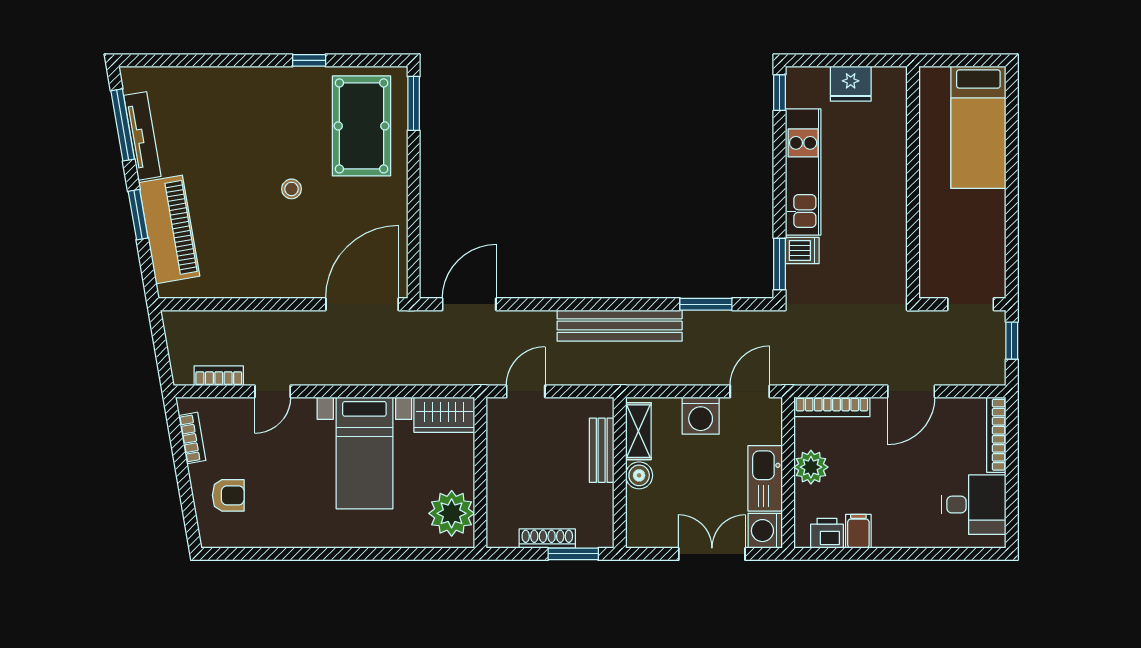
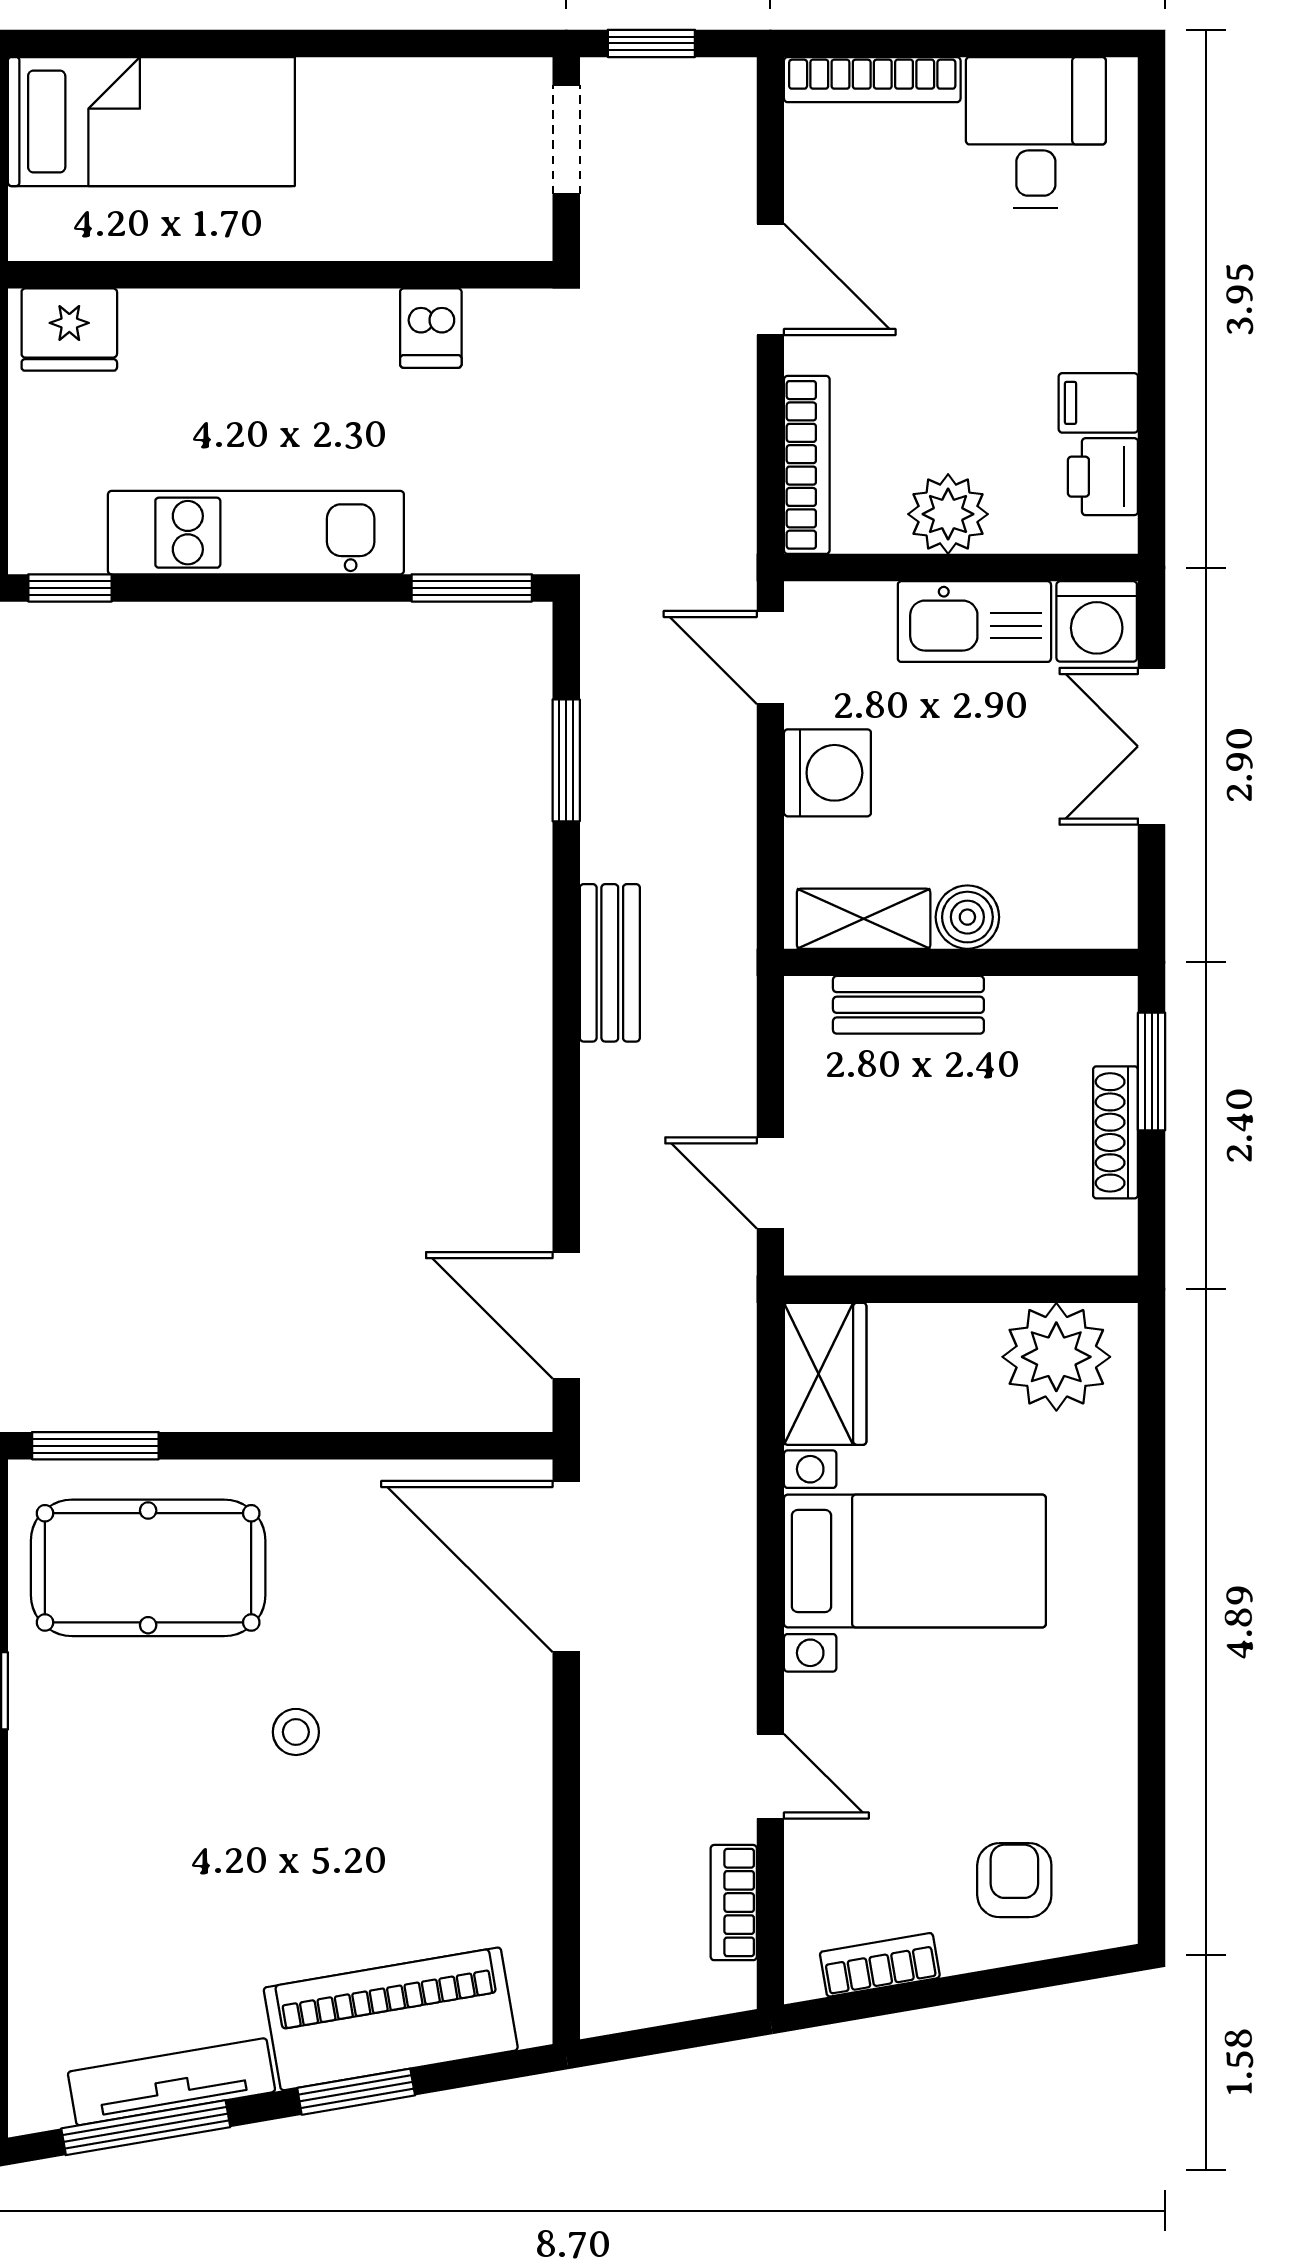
fridge: (851, 84) -> (69, 330), moved, turned 90
dishwasher: (802, 250) -> (431, 328), moved, turned 180
bench: (620, 326) -> (610, 963), width x0.54, depth x0.82

